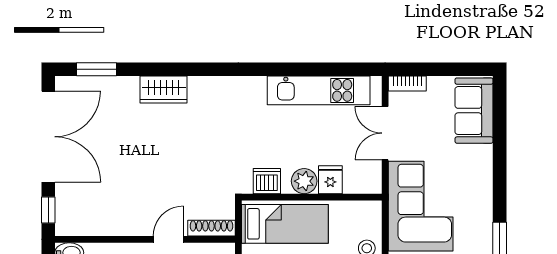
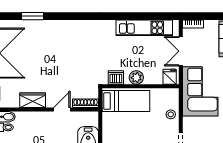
window: (97, 69) -> (32, 16), moved
wardrobe: (164, 90) -> (33, 100), moved, turned 180
fridge: (330, 180) -> (170, 77), moved

